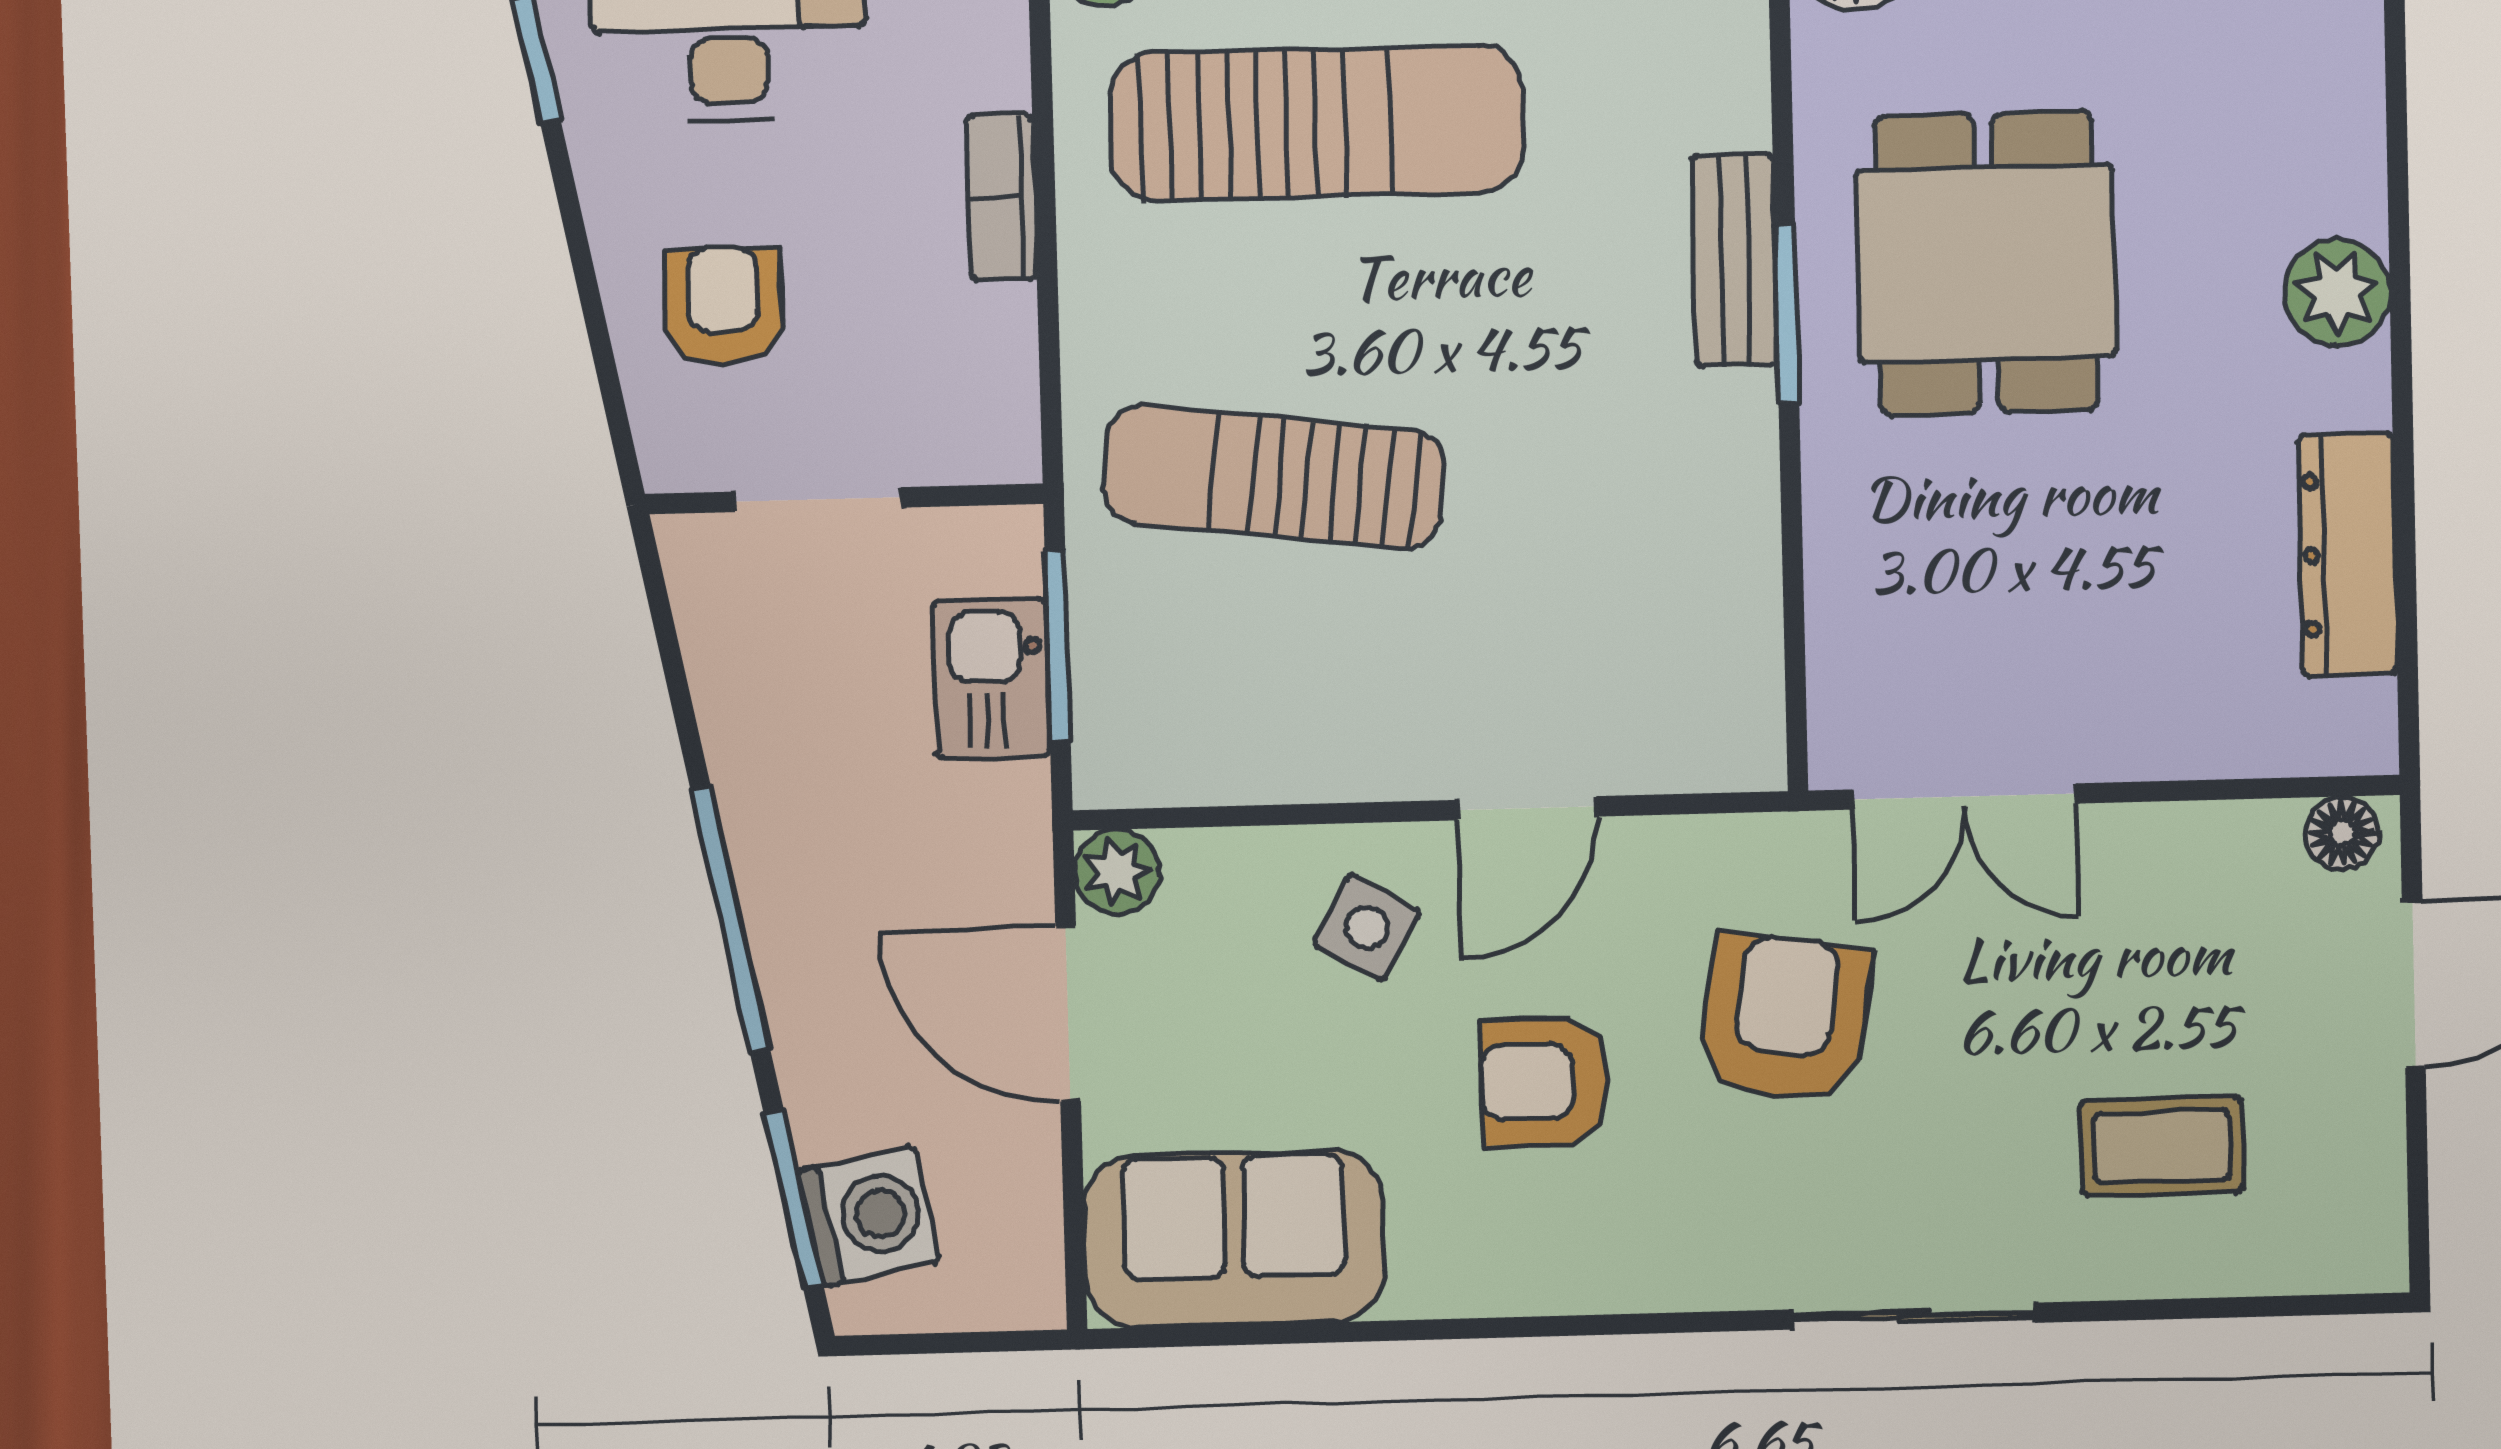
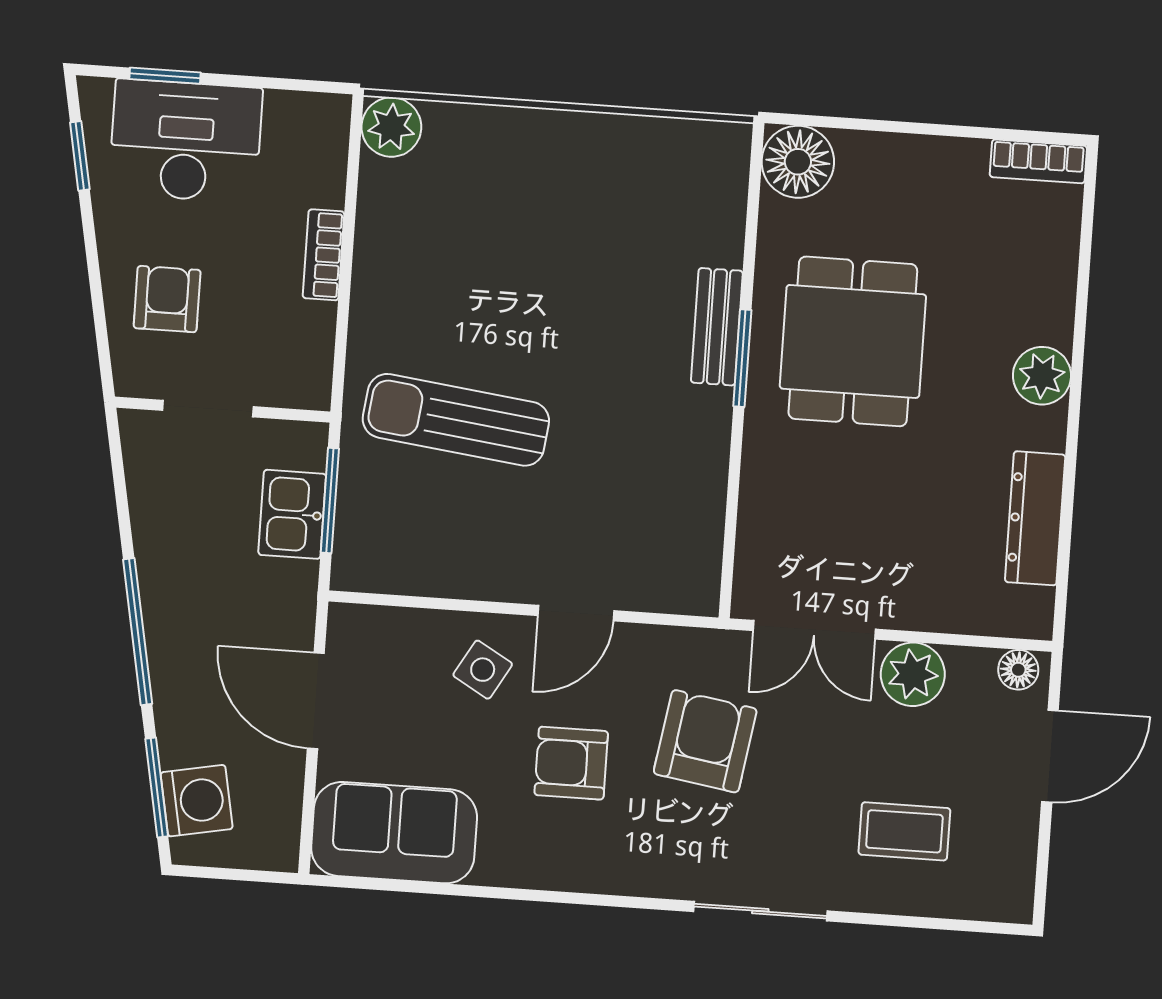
sun lounger: (1317, 123) -> (498, 231), removed
plant: (1117, 872) -> (913, 674), moved, width x1.38, depth x1.38

